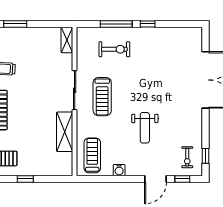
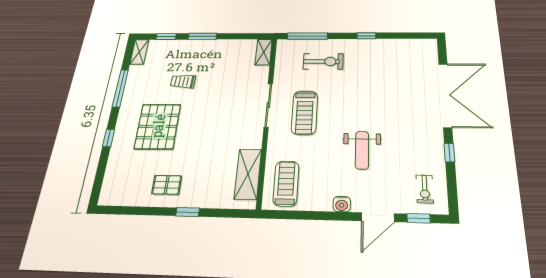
window: (116, 24) -> (307, 36), moved
shelving: (65, 132) -> (248, 174), moved
window: (205, 156) -> (449, 153), moved
water cooler: (119, 170) -> (342, 204), moved

